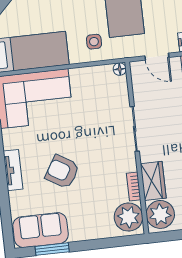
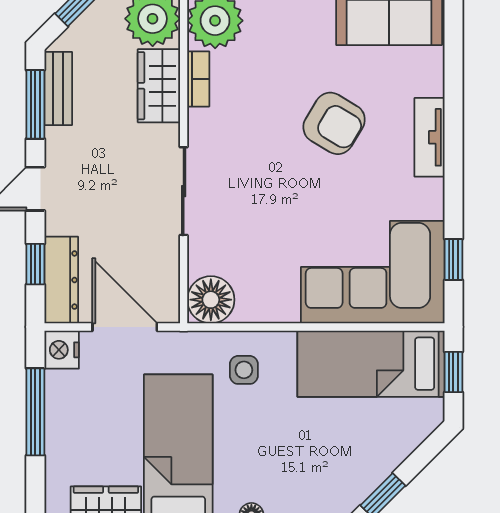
door: (157, 57) -> (125, 327), width x1.37
floor lamp: (120, 69) -> (211, 300), width x1.89, depth x1.89

